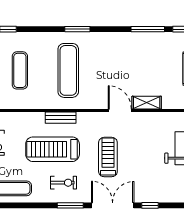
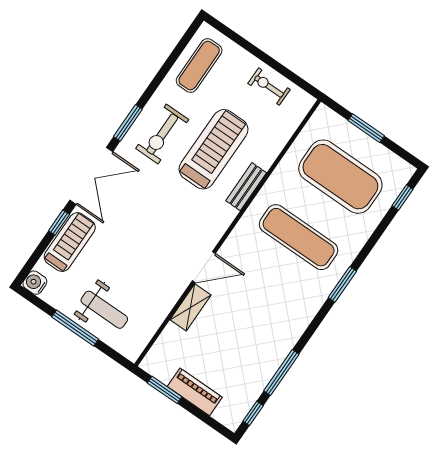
exercise mat: (20, 70) -> (340, 177), width x2.00, depth x1.45
treadmill: (108, 157) -> (70, 242), moved, turned -90
exercise bike: (64, 183) -> (162, 134), width x1.38, depth x1.39

